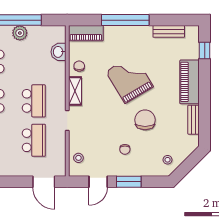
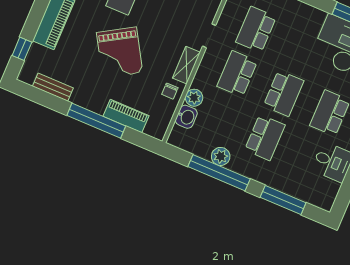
piano: (86, 33) -> (126, 116), moved
plant: (59, 69) -> (194, 98), added

